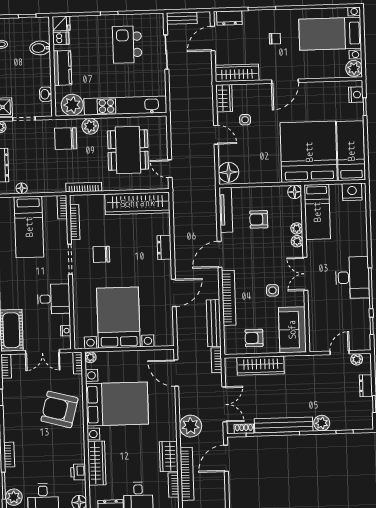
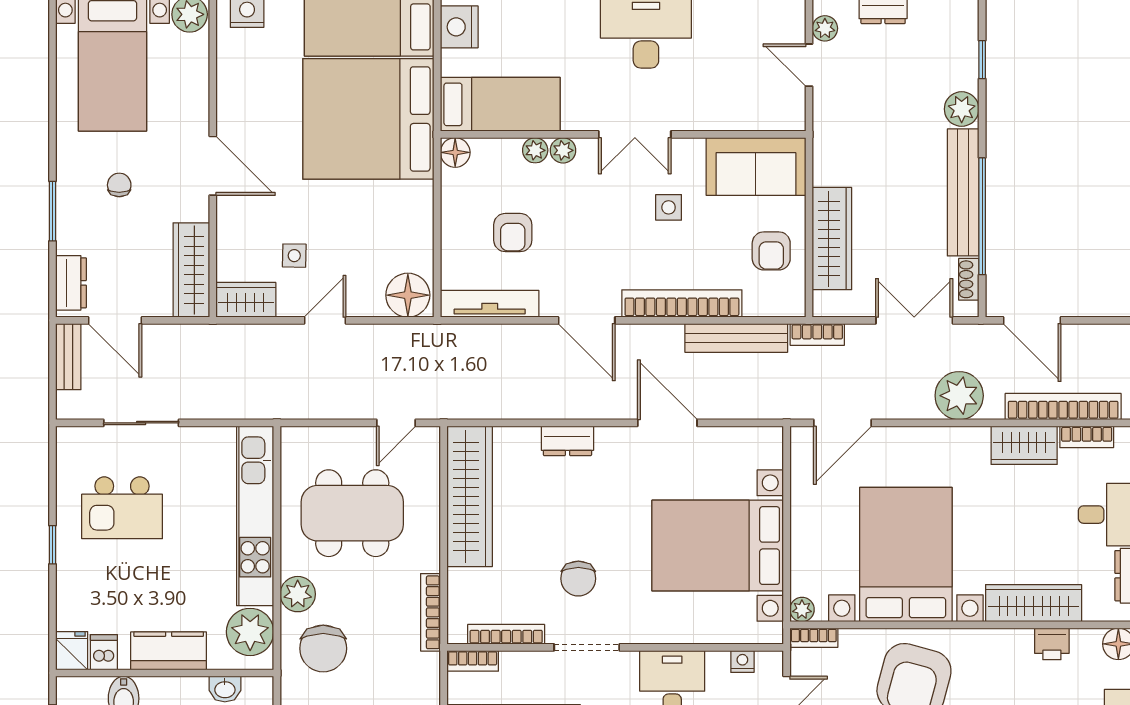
bench: (182, 18) -> (68, 357), moved

